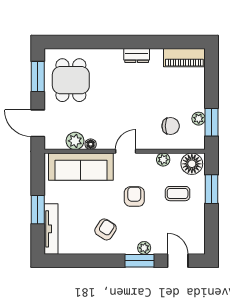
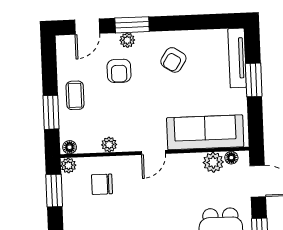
plant: (199, 119) -> (68, 165), moved
floor lamp: (91, 144) -> (231, 158), moved
floor lamp: (192, 164) -> (70, 147), width x0.53, depth x0.53
coffee table: (178, 194) -> (75, 95), moved, turned 90
armchair: (134, 197) -> (119, 71), moved
door: (178, 261) -> (87, 27), hinge flipped

